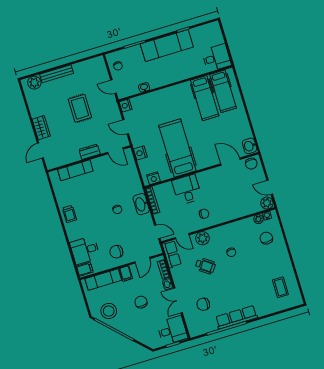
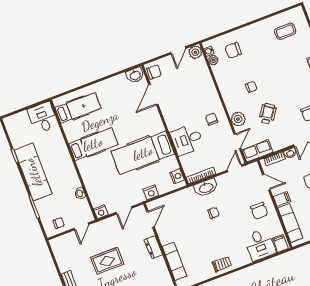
hospital bed: (205, 98) -> (93, 144), moved

